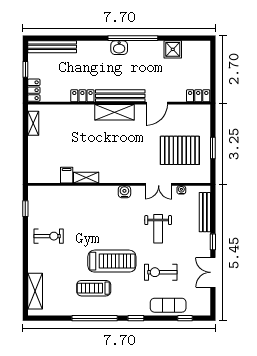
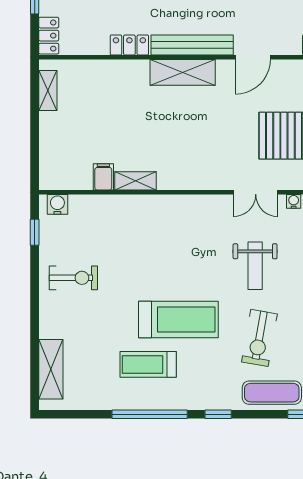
water cooler: (124, 192) -> (57, 204), moved
exercise bike: (161, 272) -> (259, 338), turned -80

